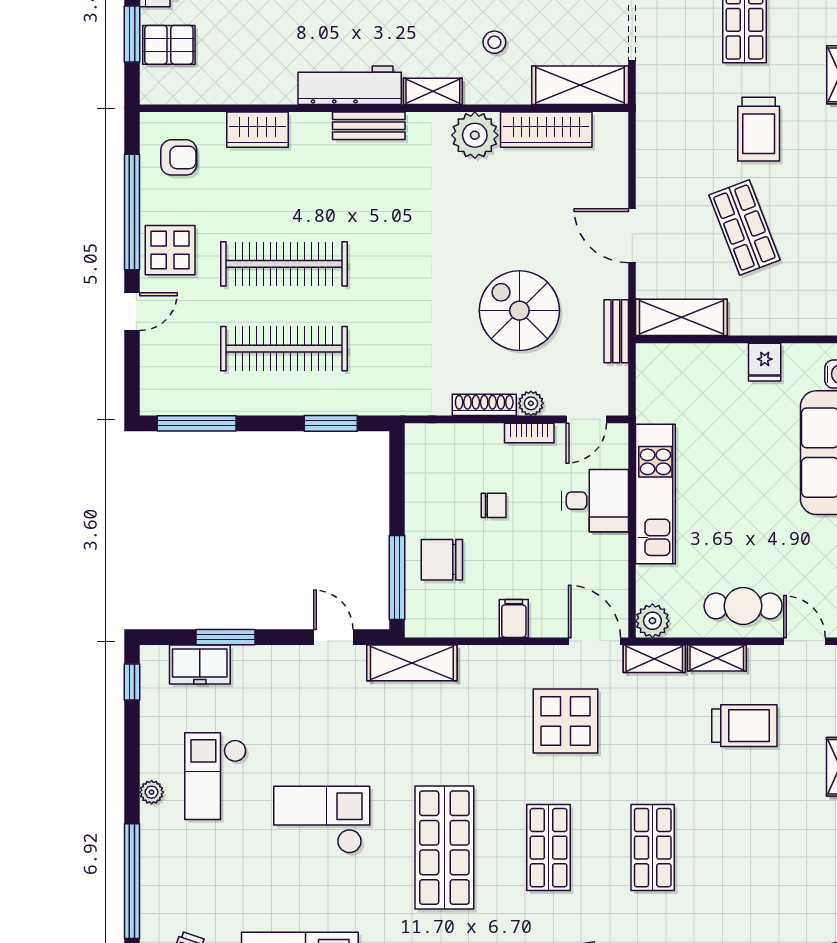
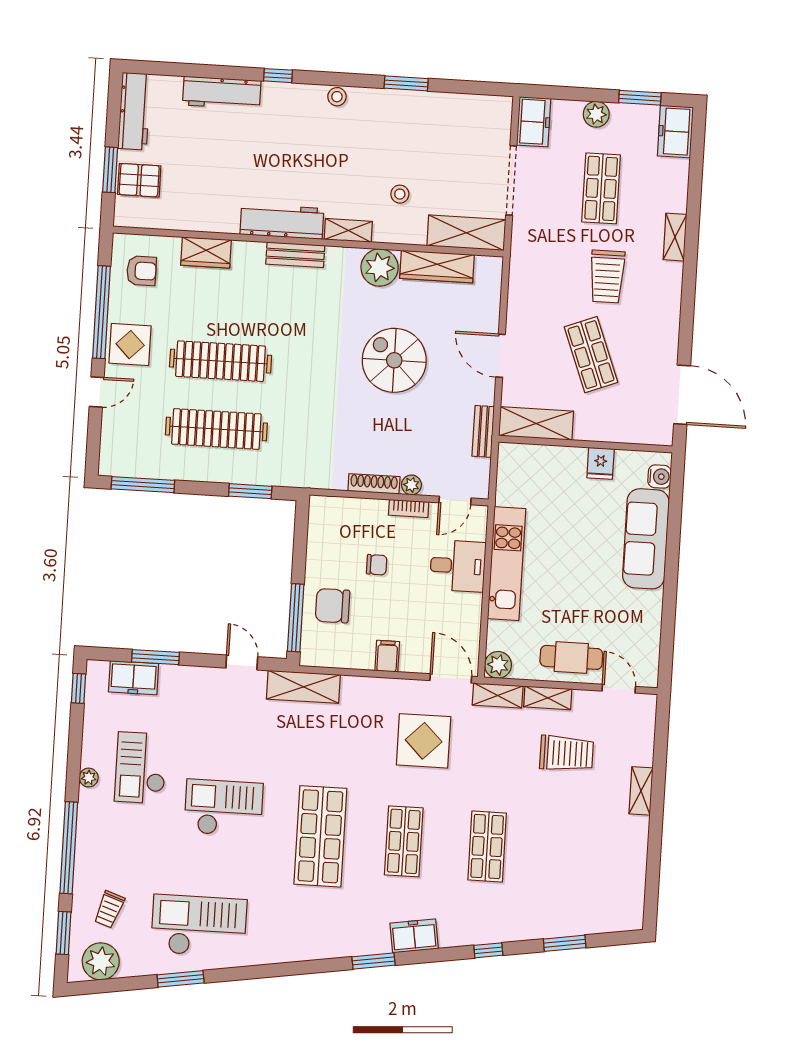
spiral stairs: (519, 311) -> (394, 360), moved

